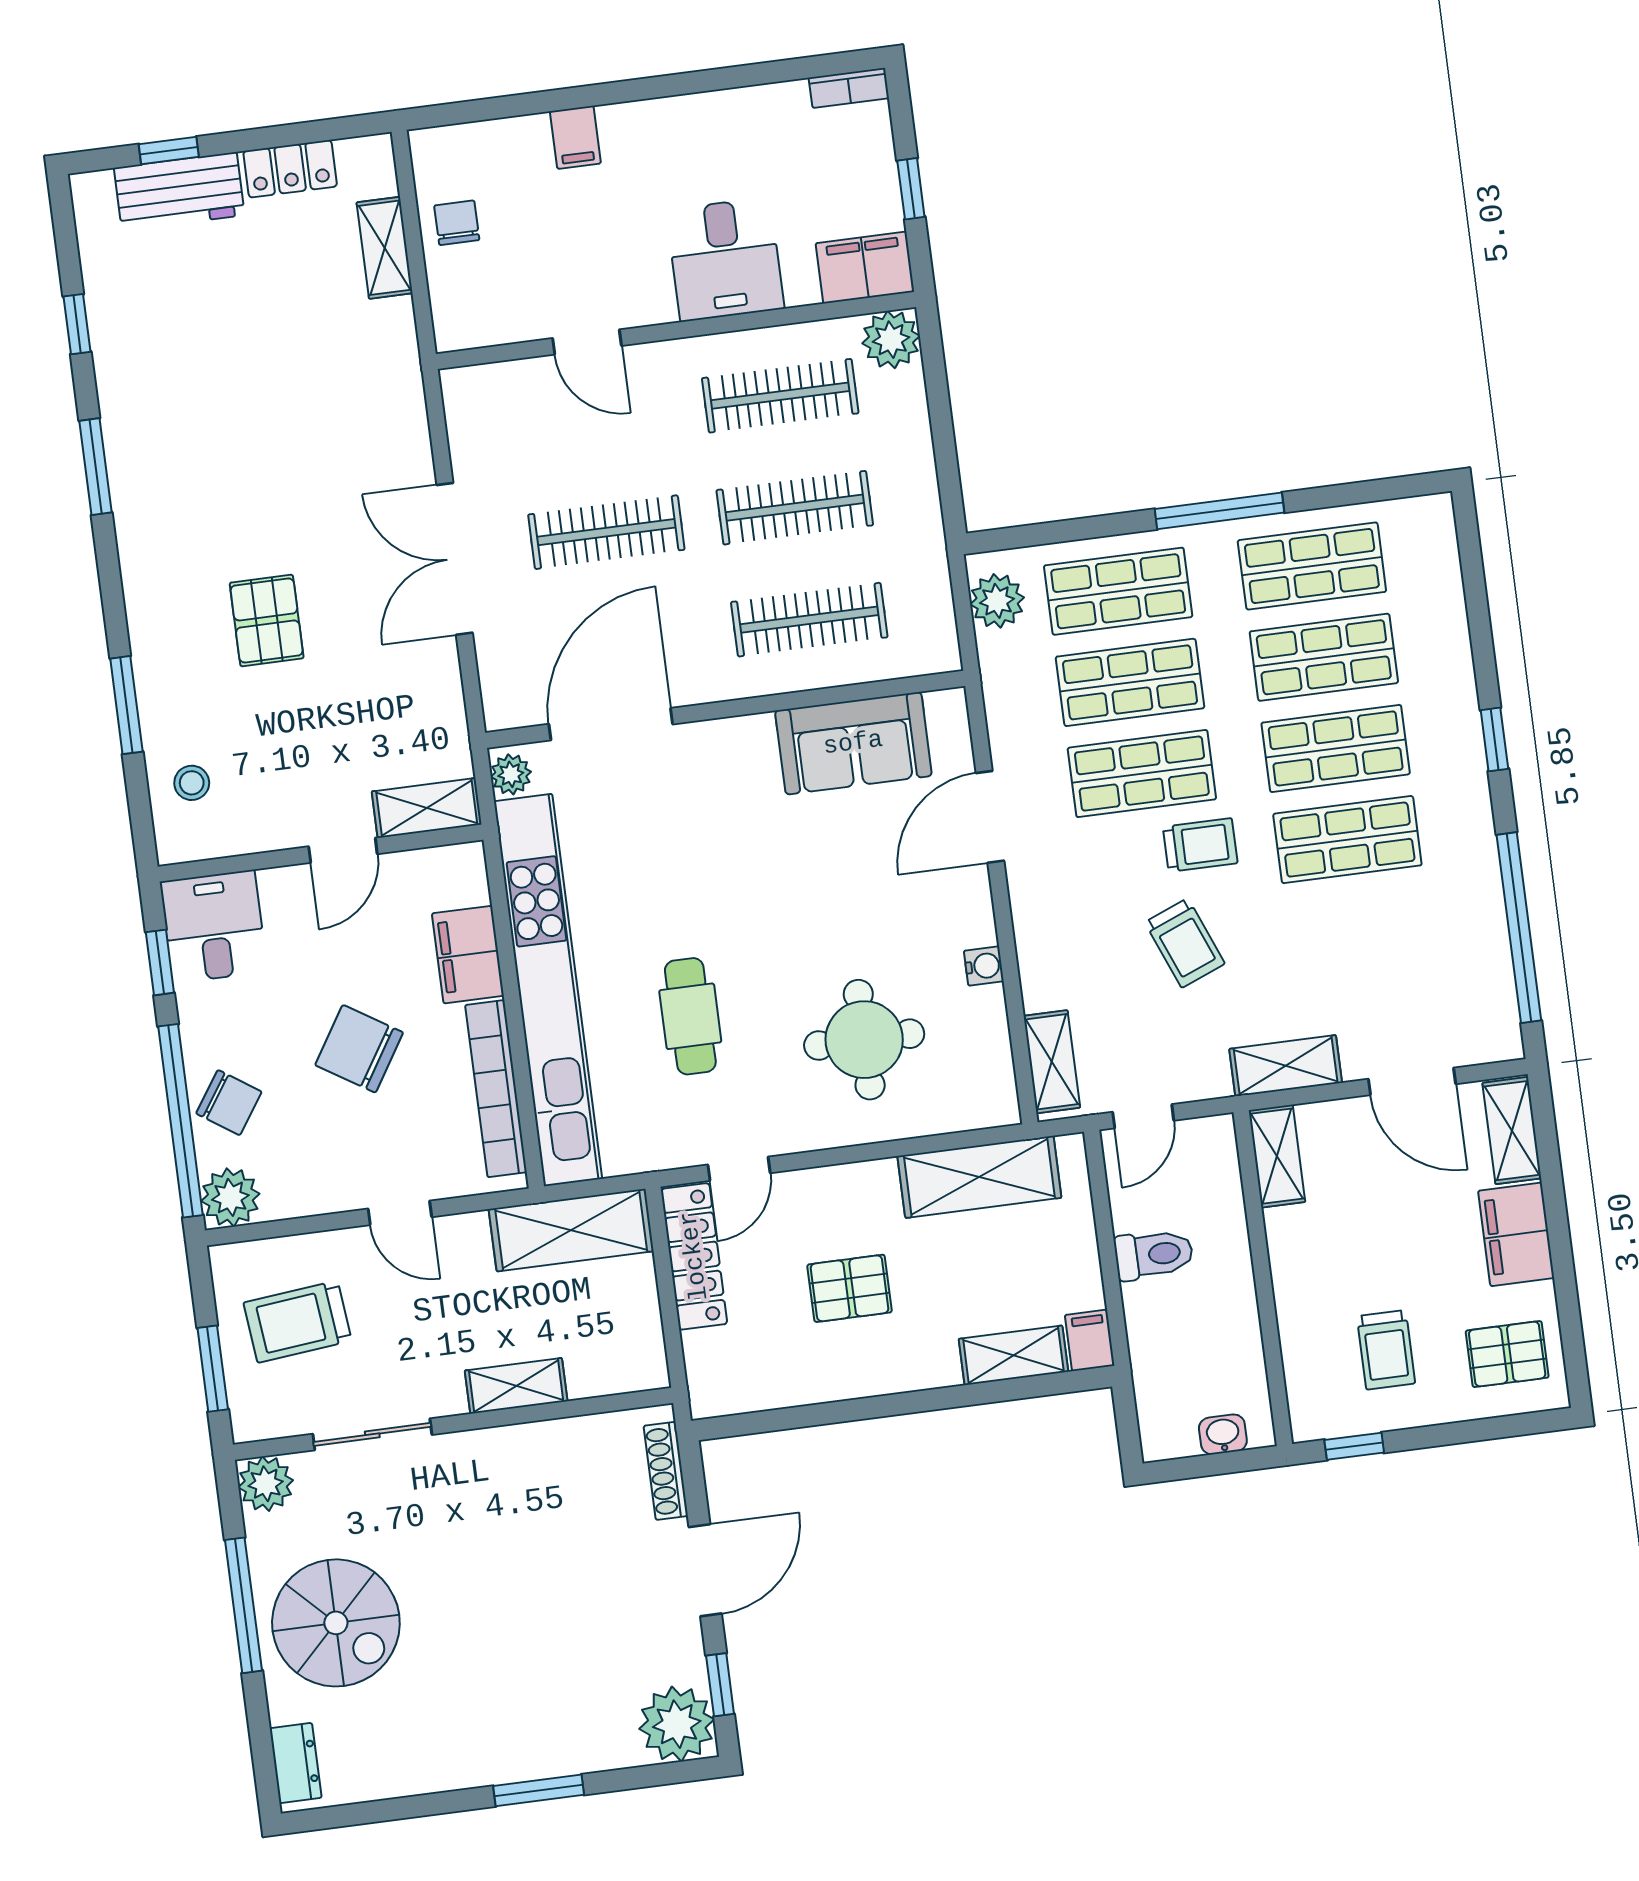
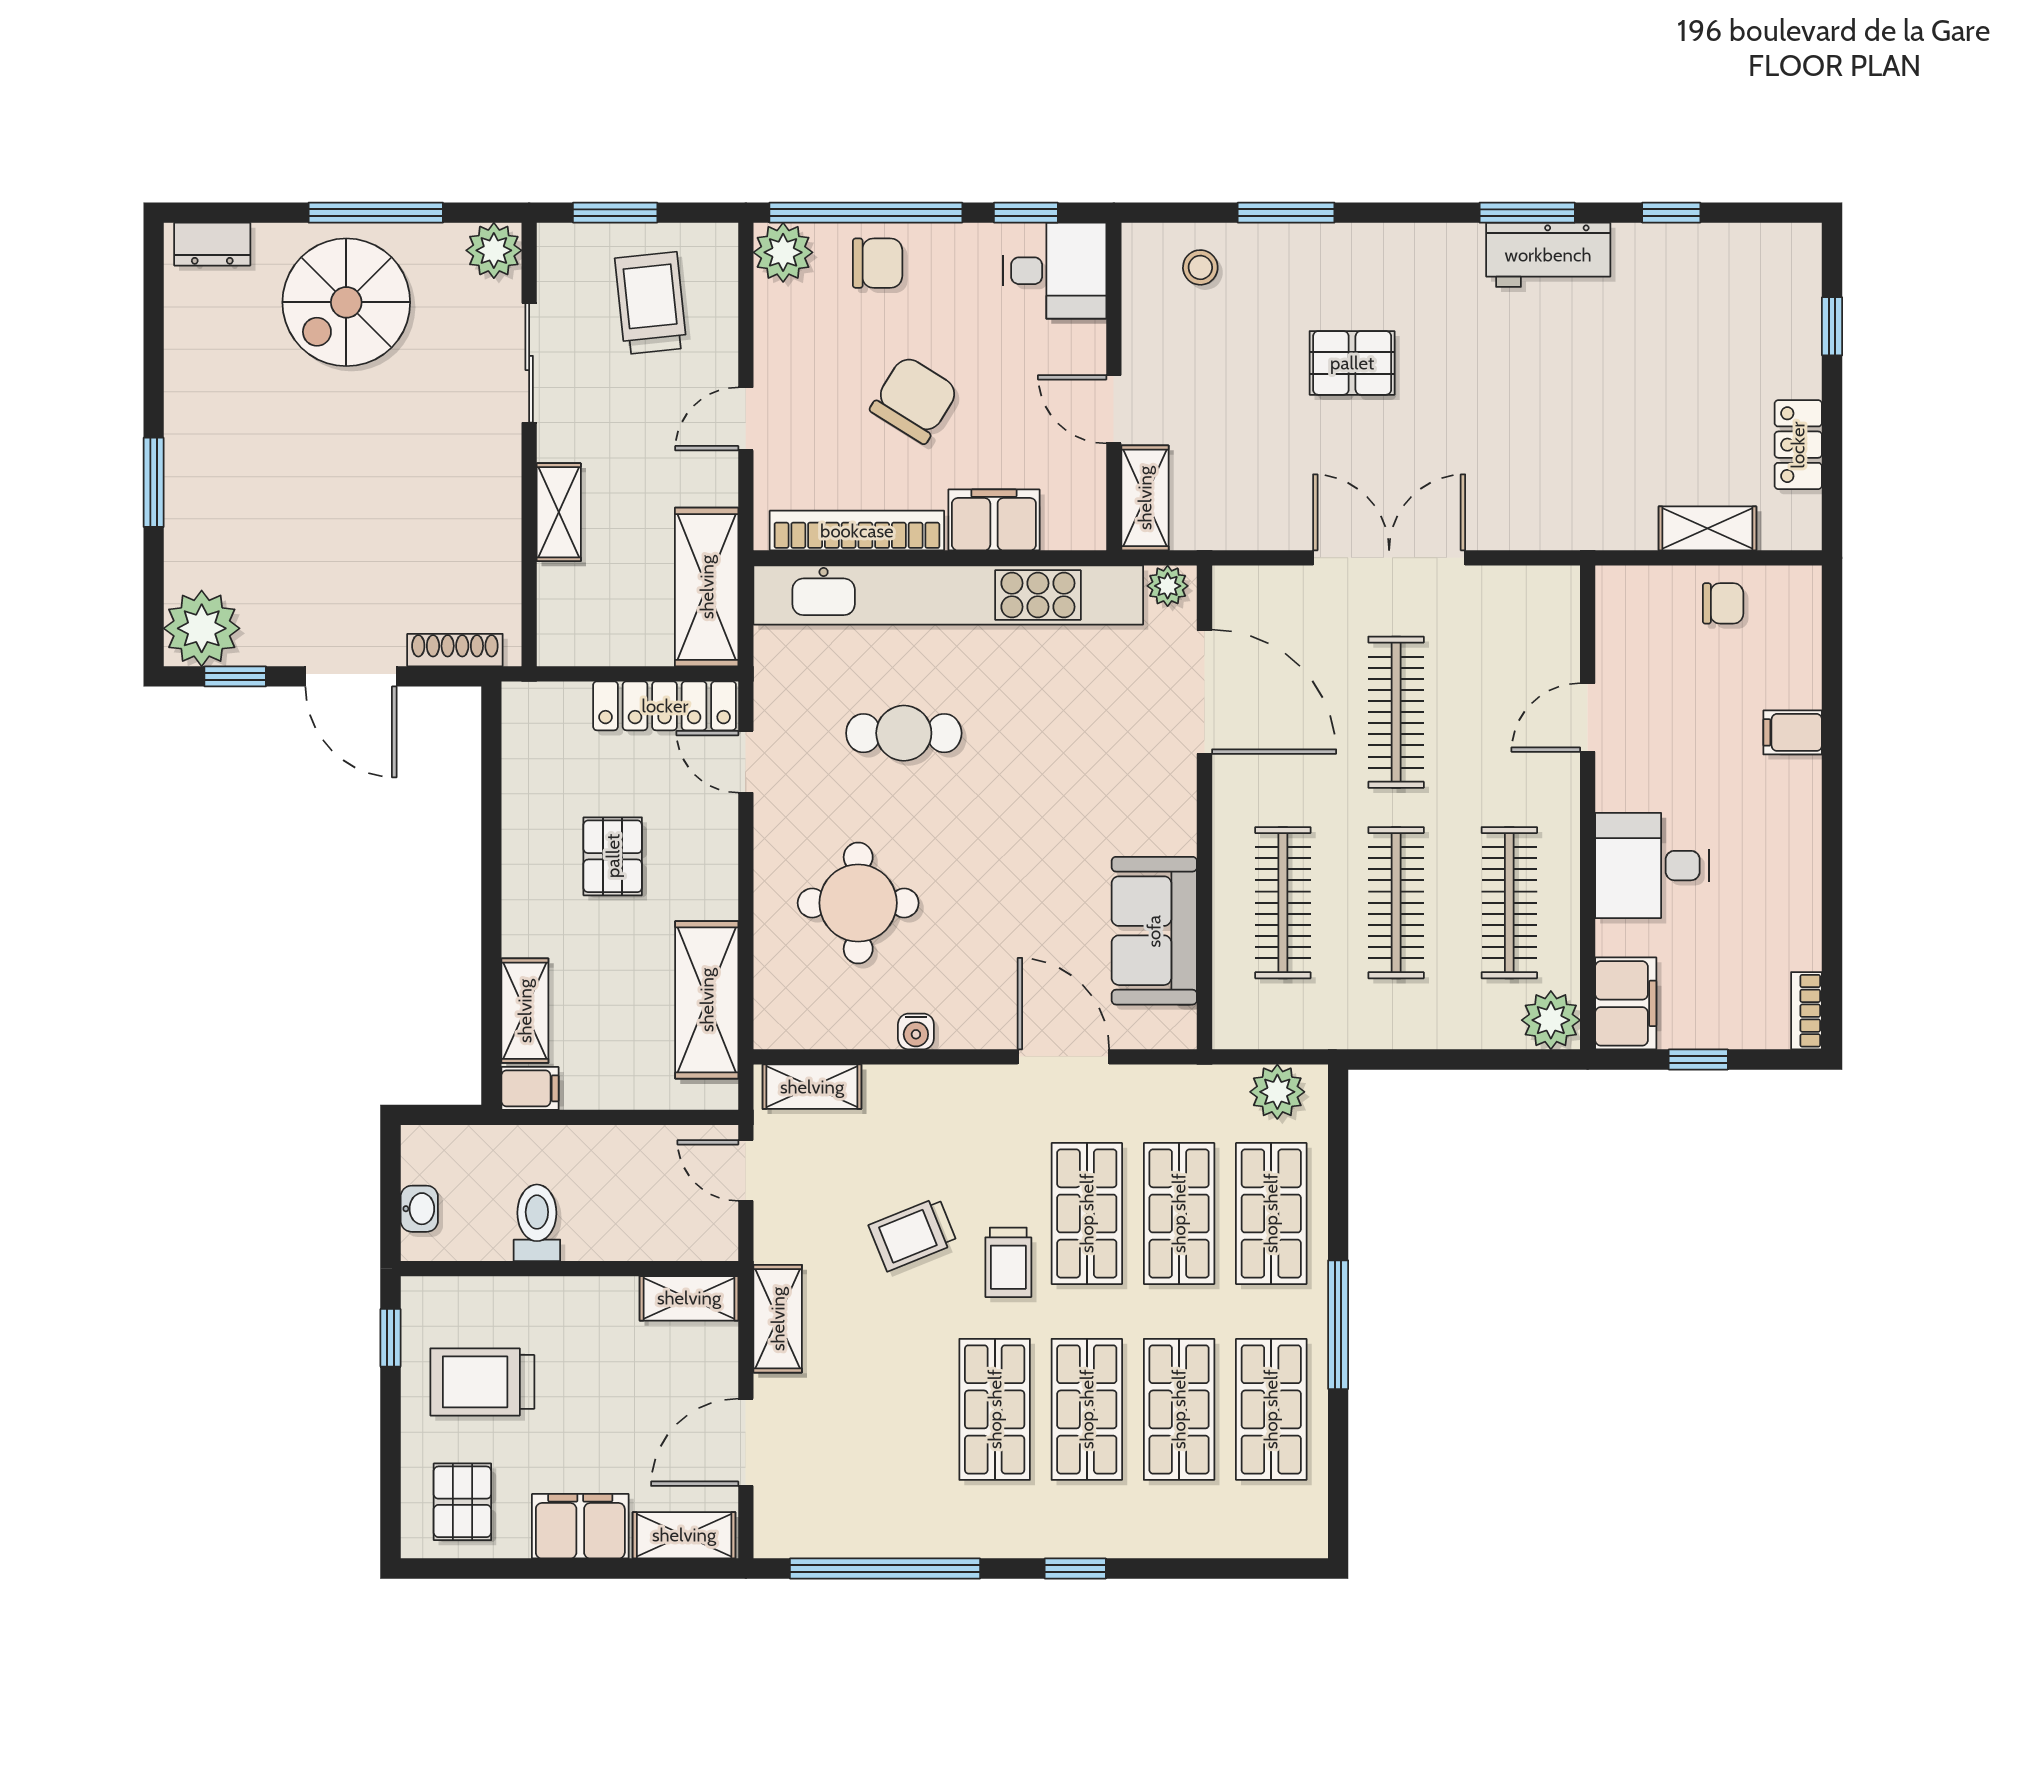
workbench: (179, 192) -> (1548, 255), moved, turned -90
chair: (229, 1103) -> (878, 263), turned -124
toilet: (1154, 1255) -> (537, 1223), moved, turned 180
trolley: (1386, 1350) -> (482, 1382), width x1.36, depth x1.39

